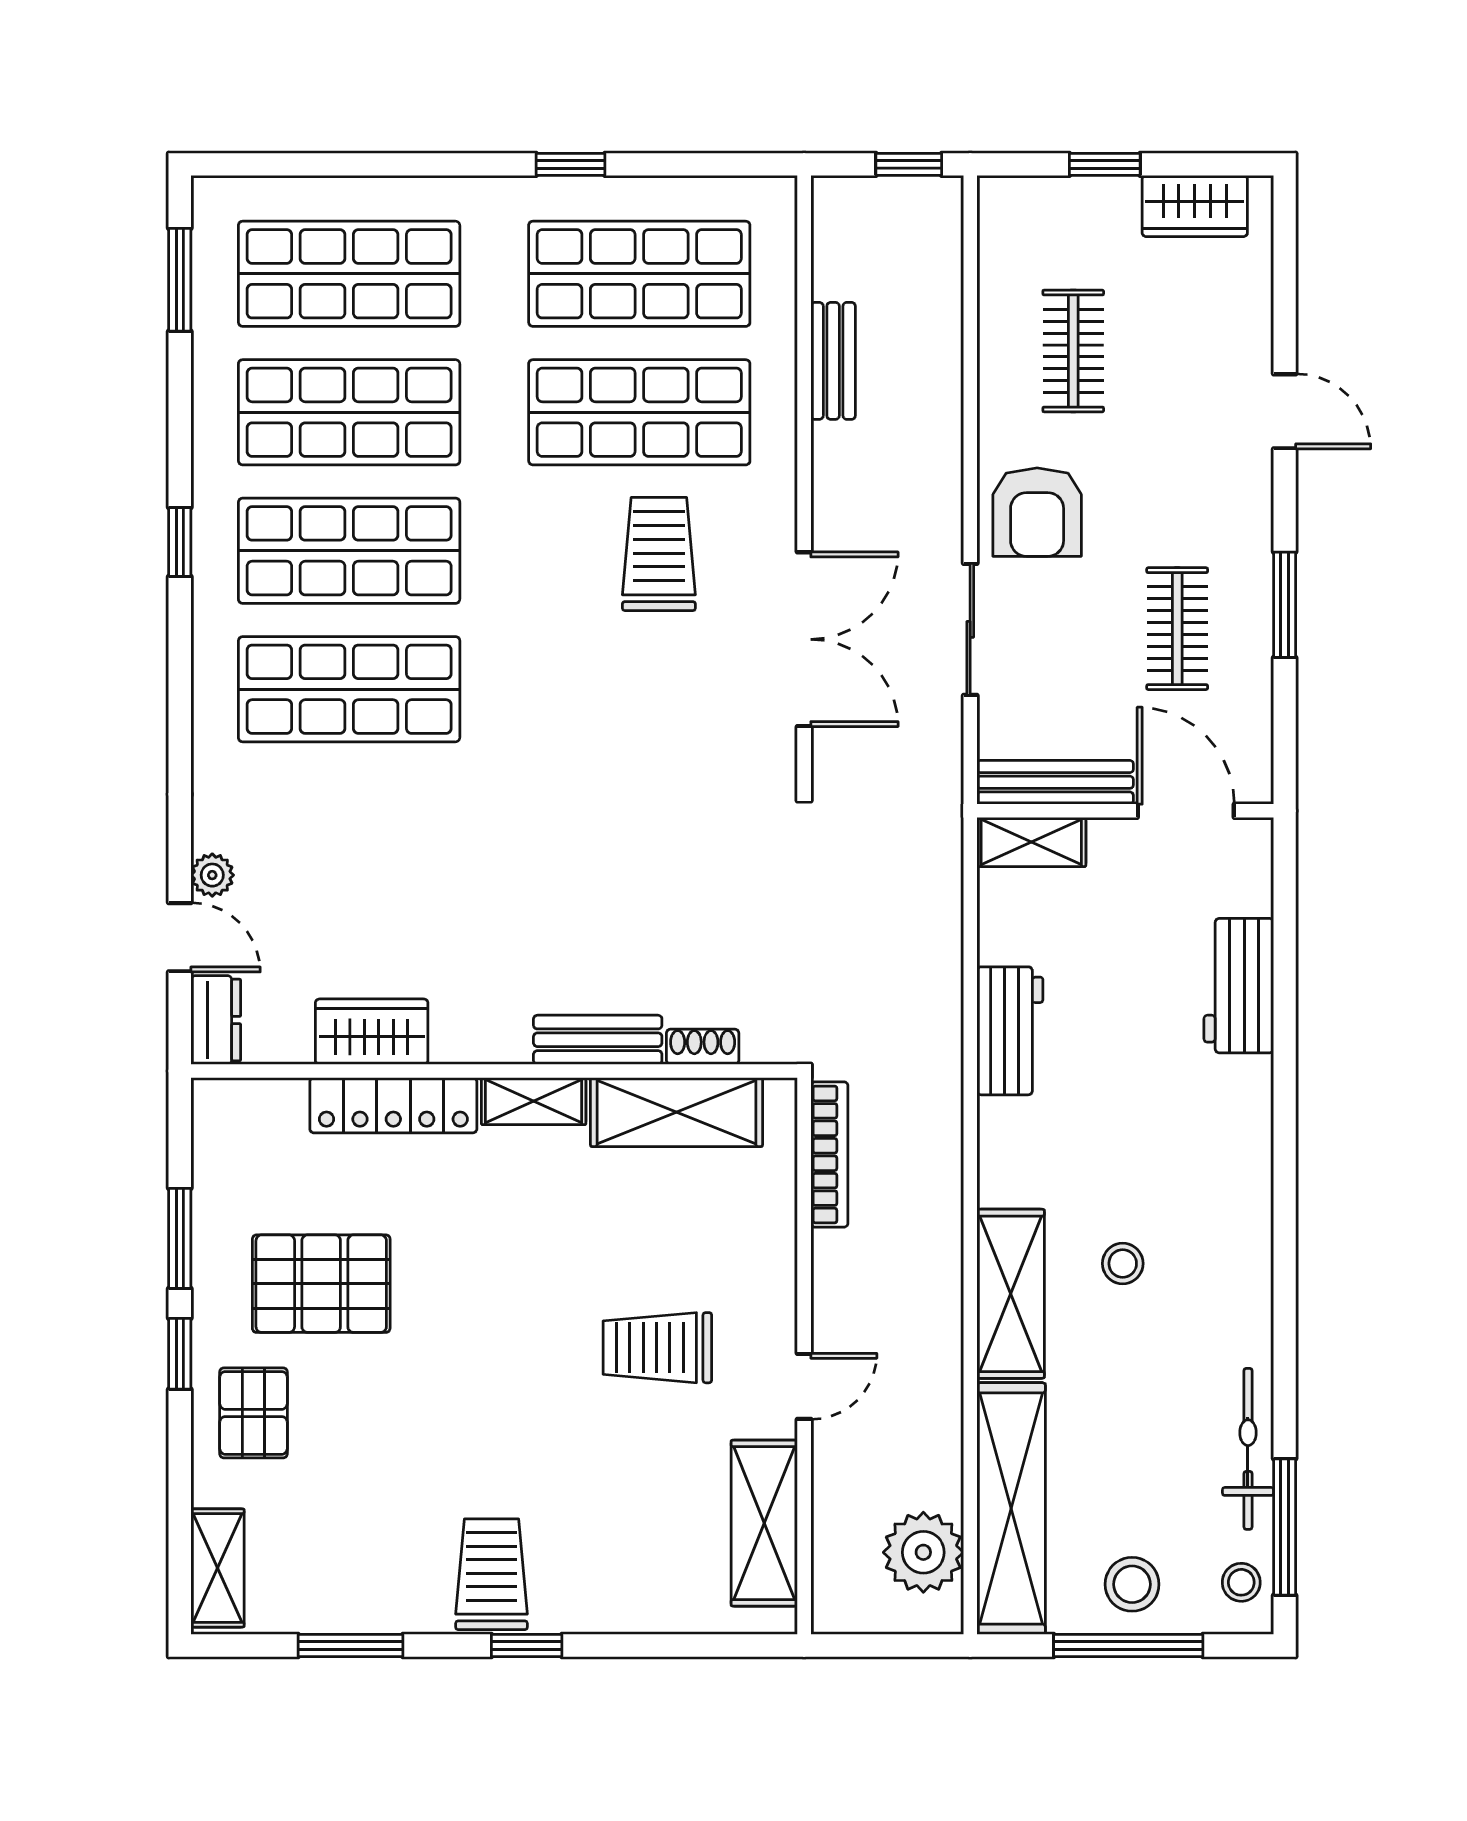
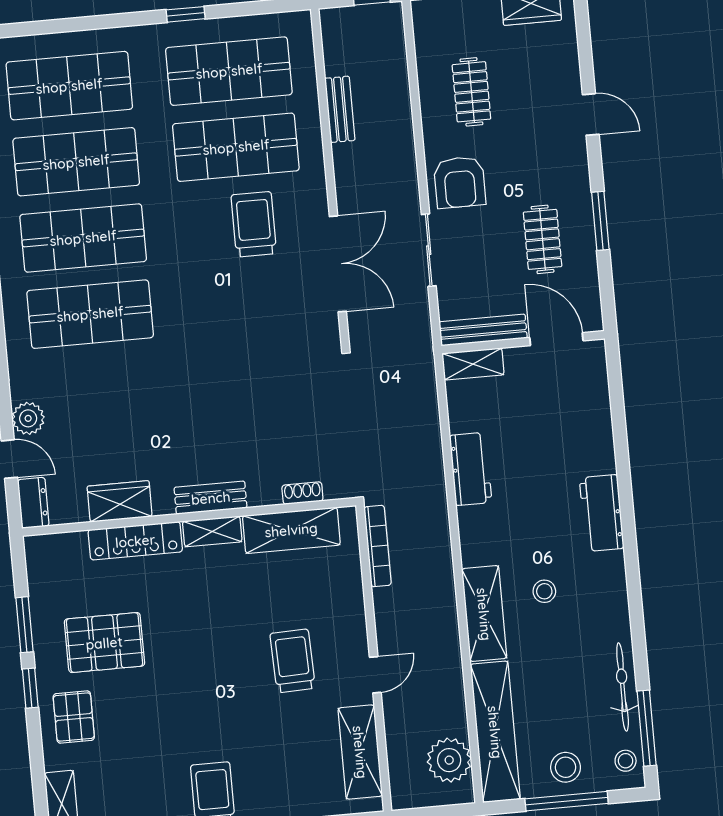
plant: (212, 875) -> (28, 418), width x1.38, depth x1.38
workbench: (1239, 986) -> (602, 513), moved
bench: (598, 1040) -> (211, 498), moved
trolley: (657, 1348) -> (293, 661), turned 88

